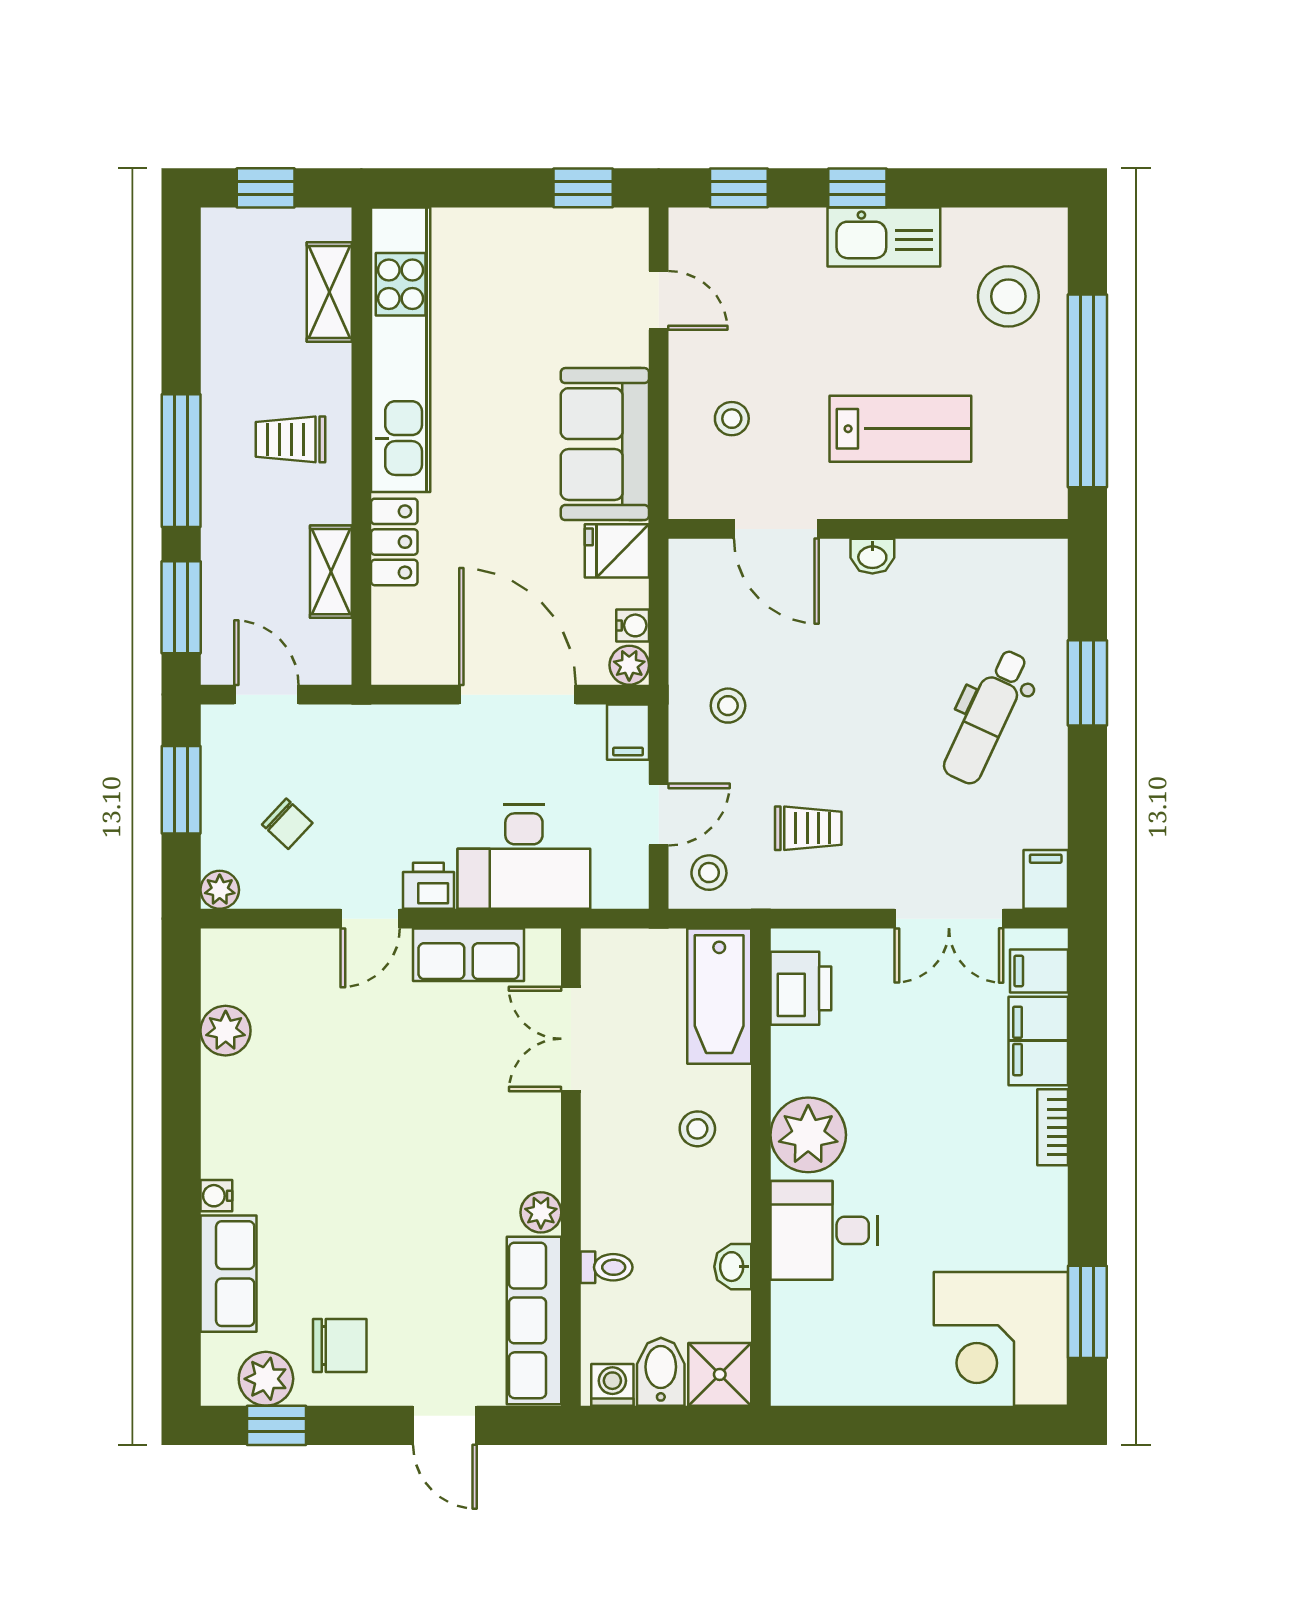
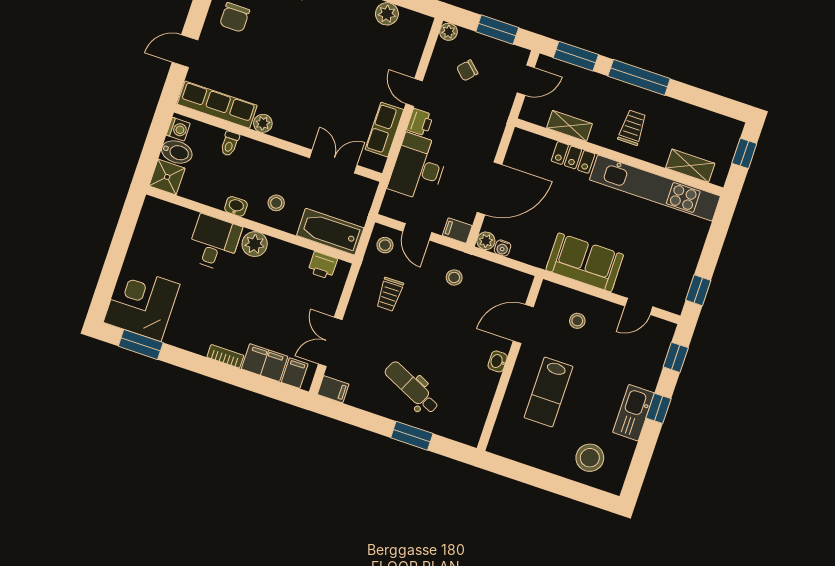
window: (1087, 391) -> (538, 478), removed
fridge: (617, 551) -> (537, 252), removed
printer: (801, 988) -> (323, 265), width x0.73, depth x0.81
plant: (808, 1135) -> (255, 244), width x0.73, depth x0.73
washbasin: (733, 1267) -> (236, 206), moved

